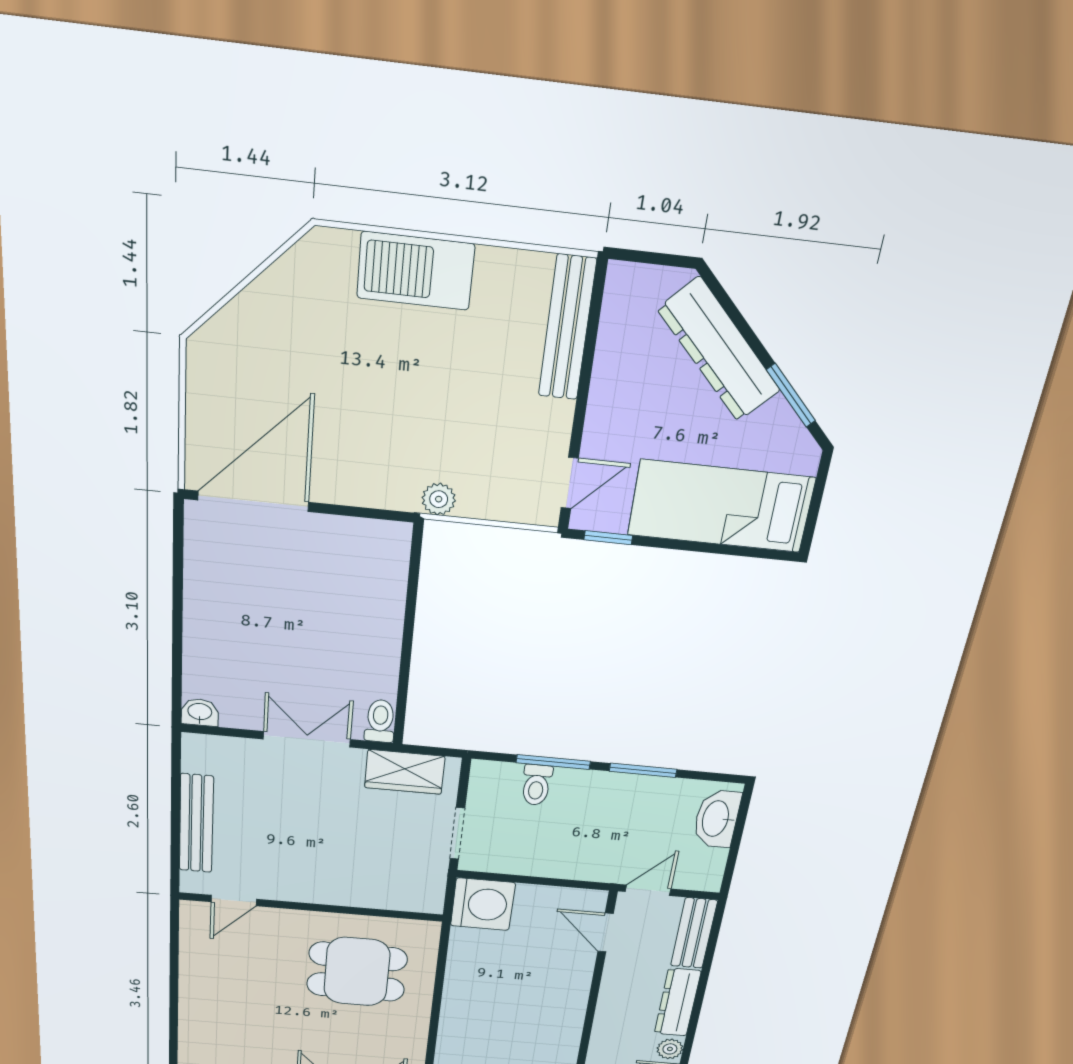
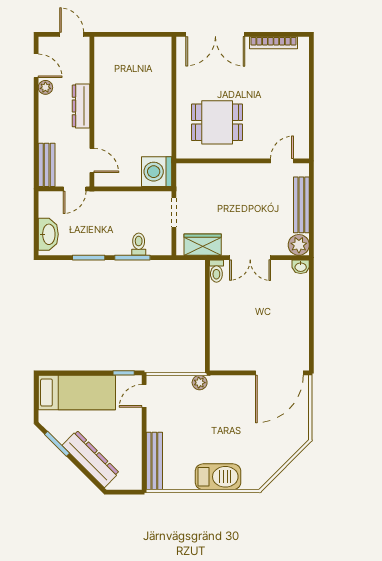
plant: (203, 753) -> (299, 245), added
dresser: (678, 1002) -> (81, 106), moved, turned 180

